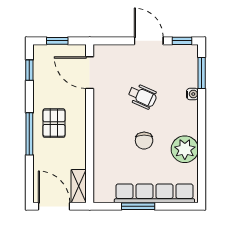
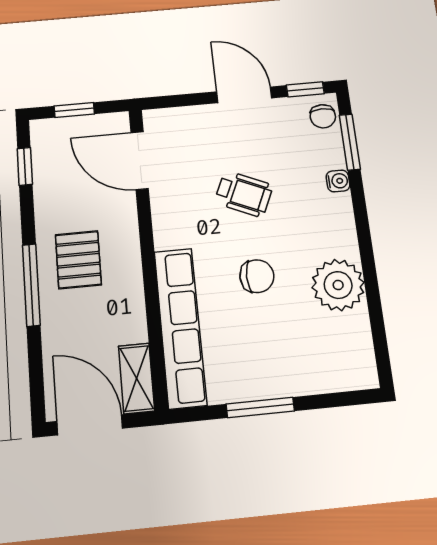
chair: (189, 57) -> (323, 116), added
chair: (144, 141) -> (257, 276), turned -90
row of seats: (154, 193) -> (180, 327), moved, turned 90

